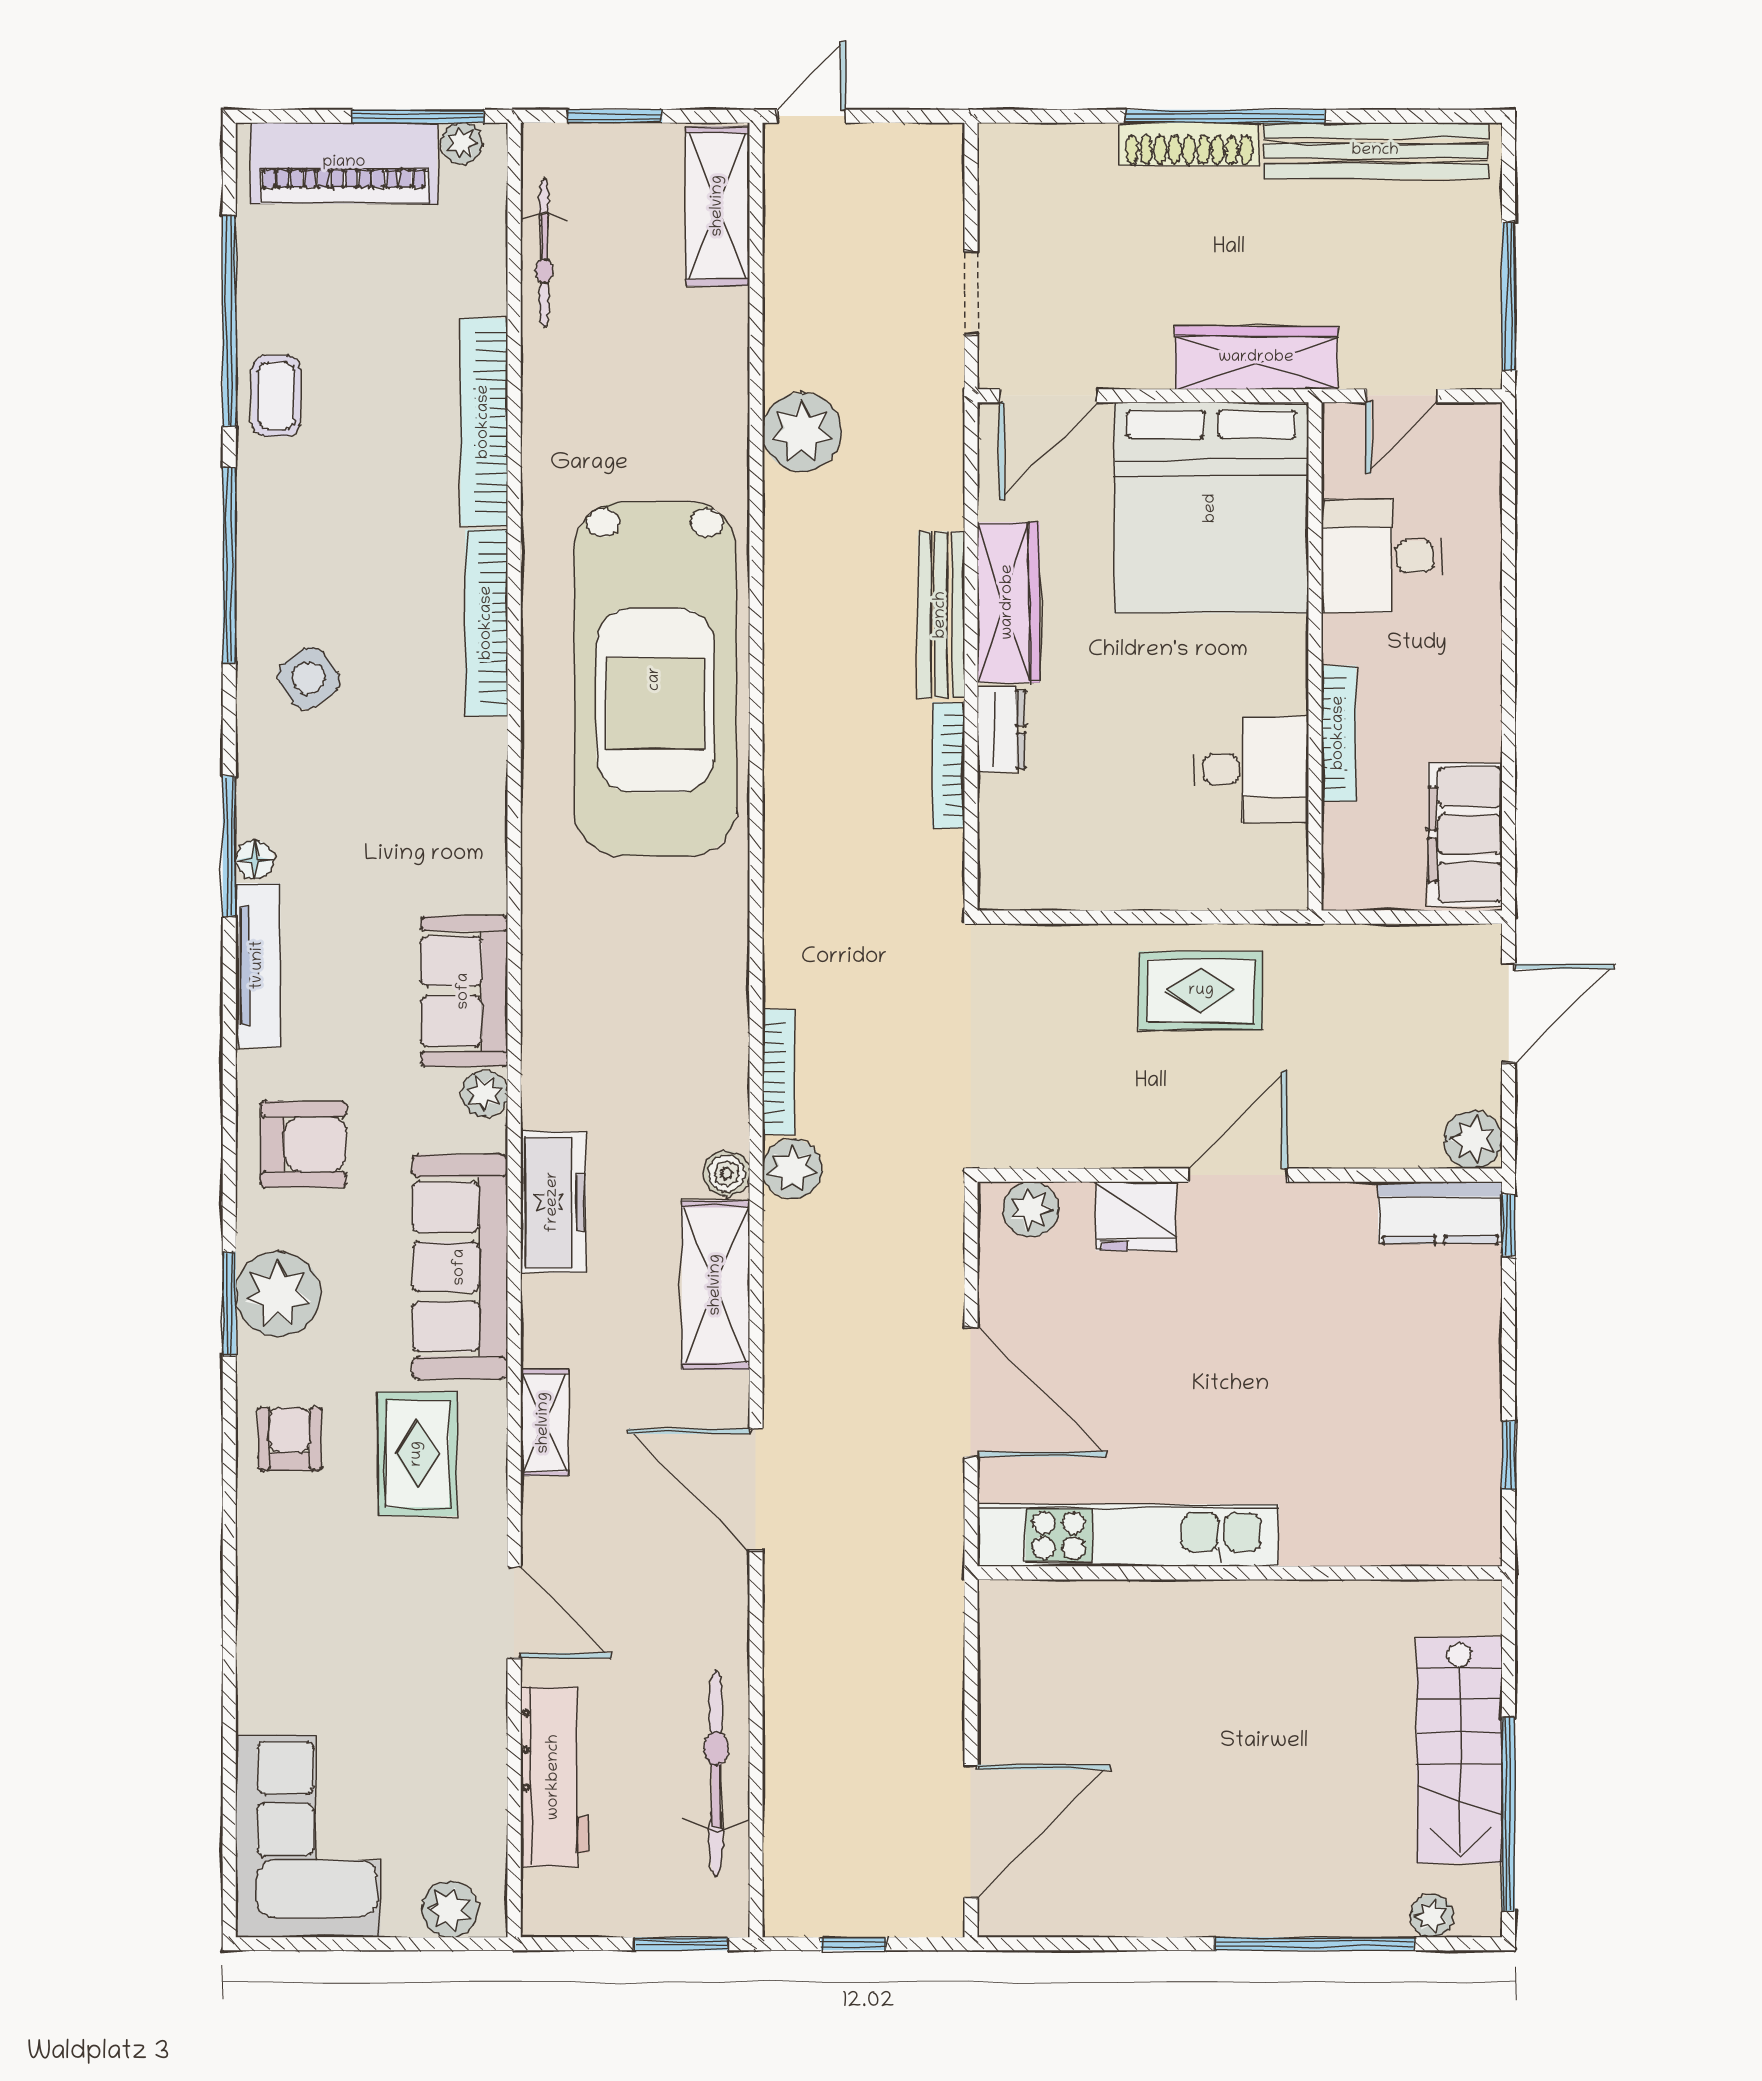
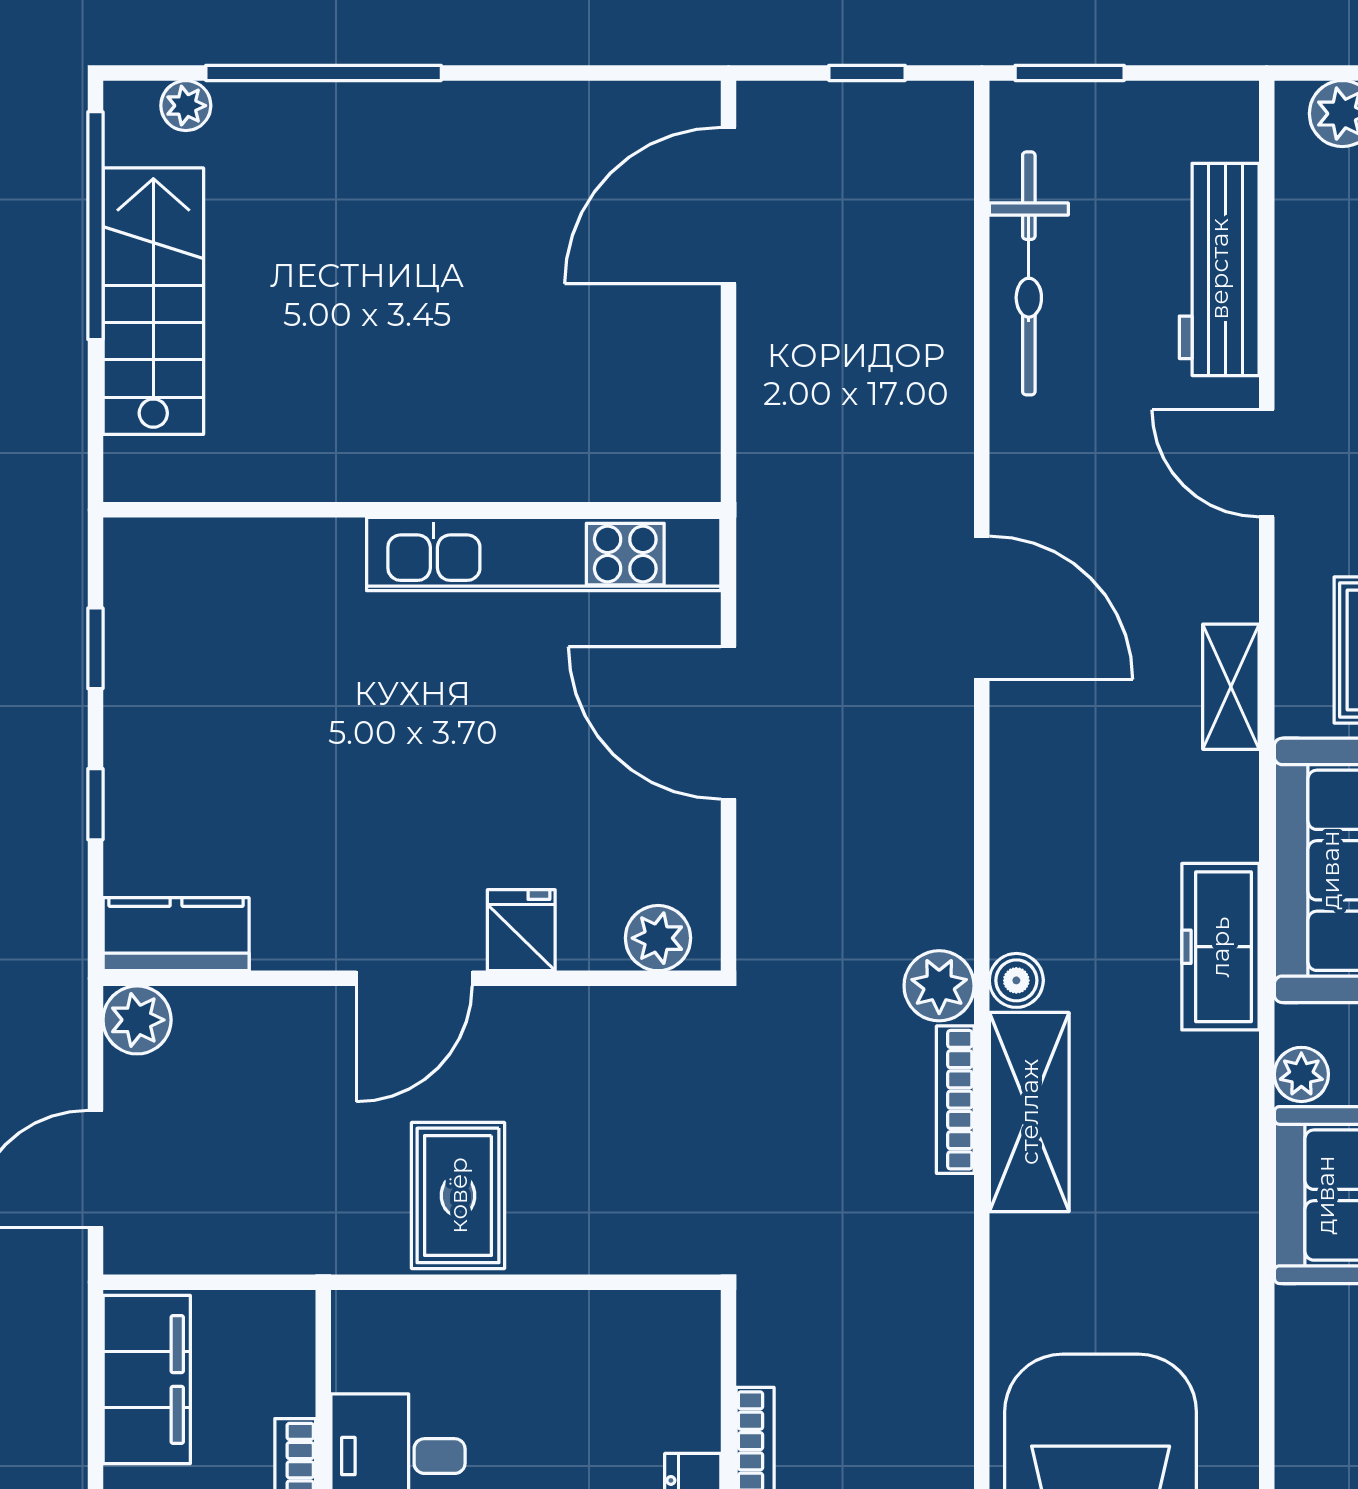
rug: (1201, 991) -> (458, 1195), turned 90
fridge: (1136, 1216) -> (521, 930), width x0.72
window: (1509, 1225) -> (95, 804), moved
shelving: (716, 1285) -> (1029, 1112), moved

